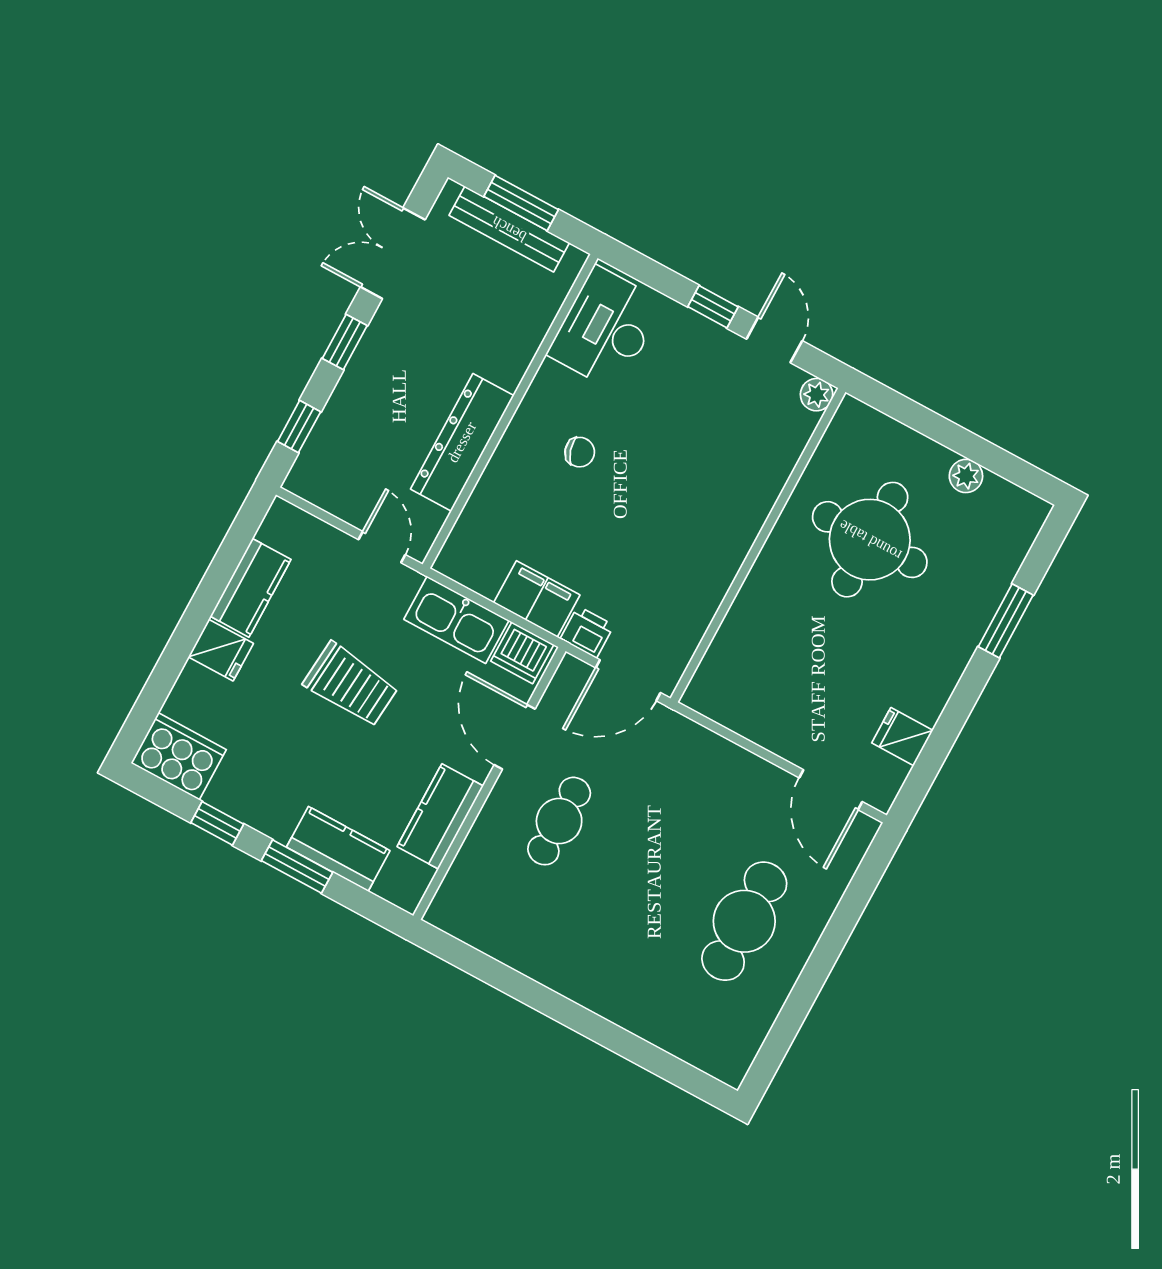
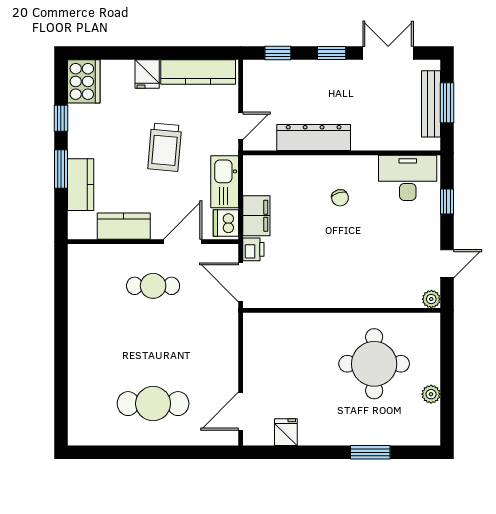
window: (713, 307) -> (447, 201), moved
kitchen counter: (251, 588) -> (198, 72), width x1.50

